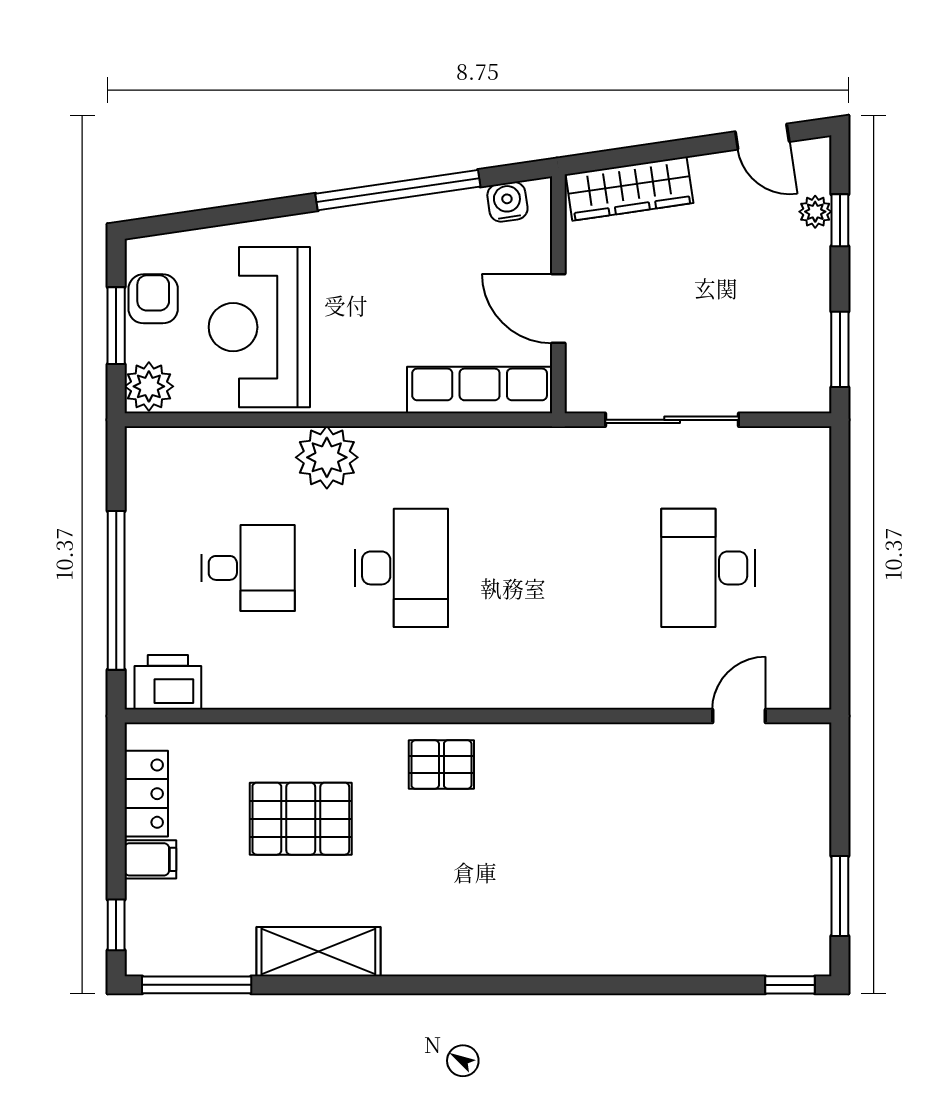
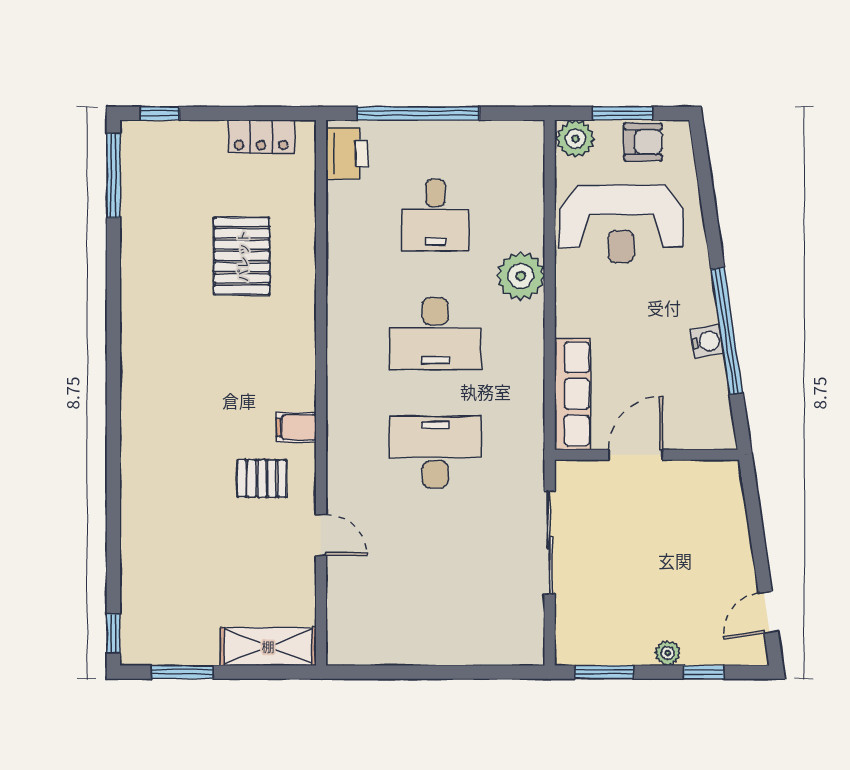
wardrobe: (629, 189) -> (728, 510), removed
water cooler: (507, 202) -> (707, 341), moved
plant: (815, 212) -> (668, 653), moved
reception desk: (259, 327) -> (621, 224), turned 180
desk: (708, 568) -> (435, 452), moved
door: (739, 716) -> (321, 535), moved
pallet: (441, 765) -> (262, 479), moved, turned 90
filing cabinet: (150, 859) -> (296, 427), moved, turned 90
shelving: (318, 952) -> (268, 646), moved, turned 90

